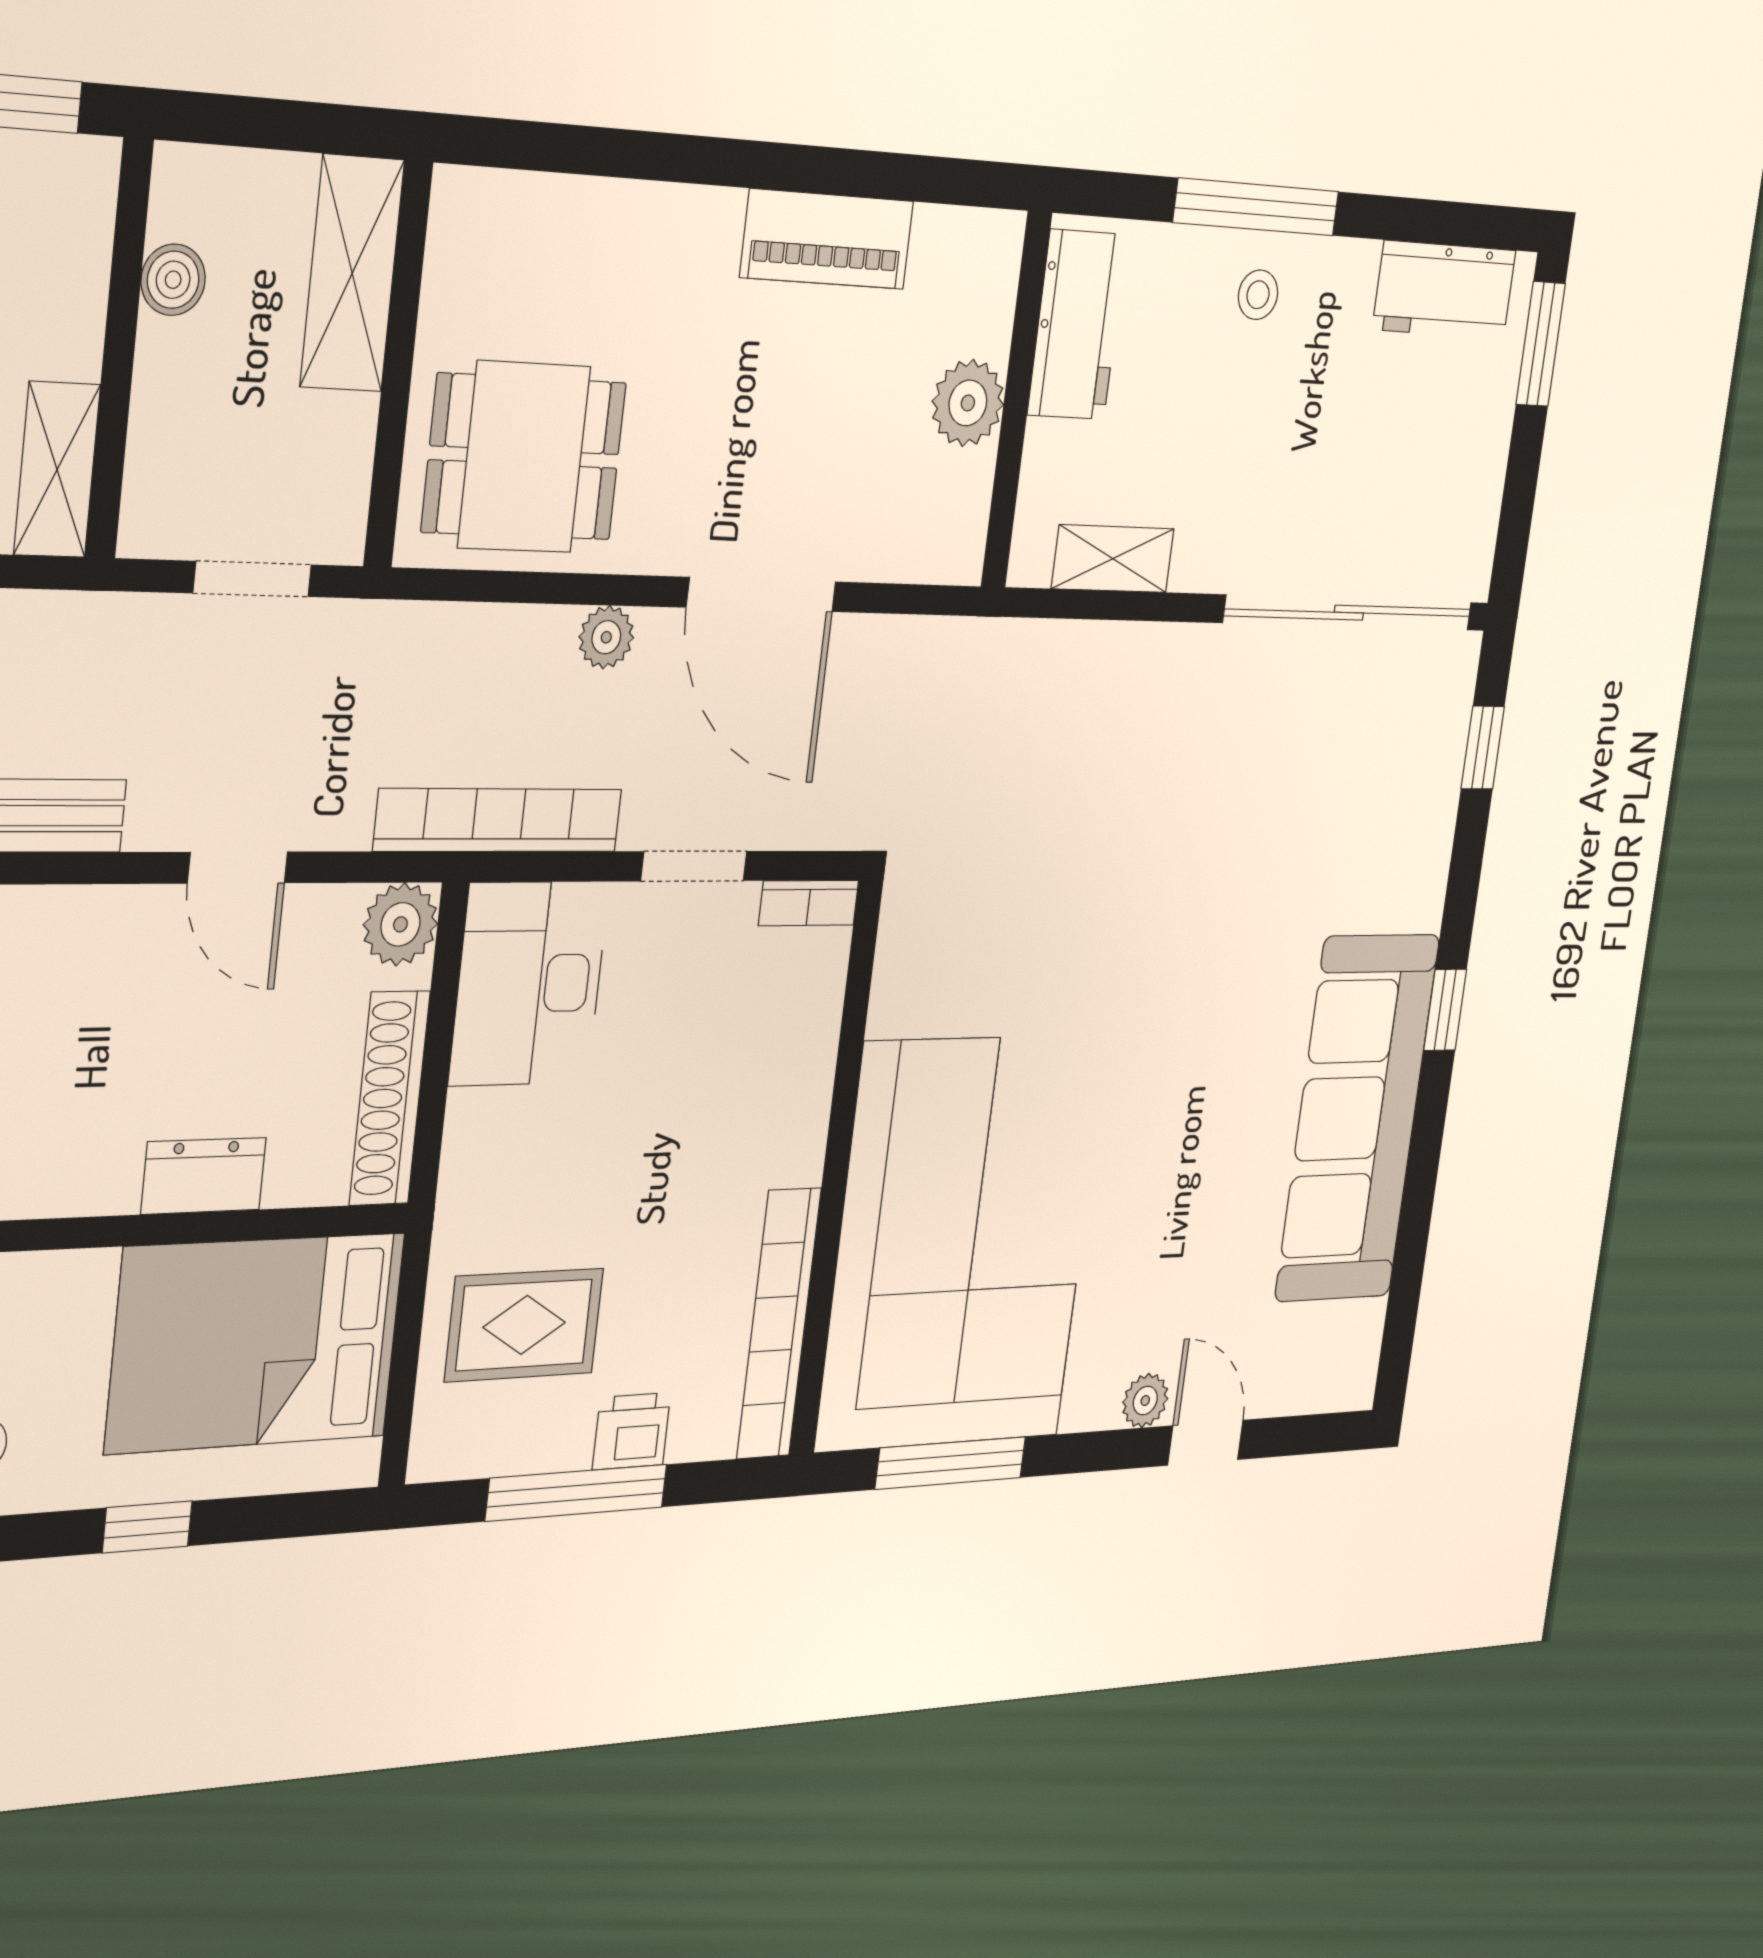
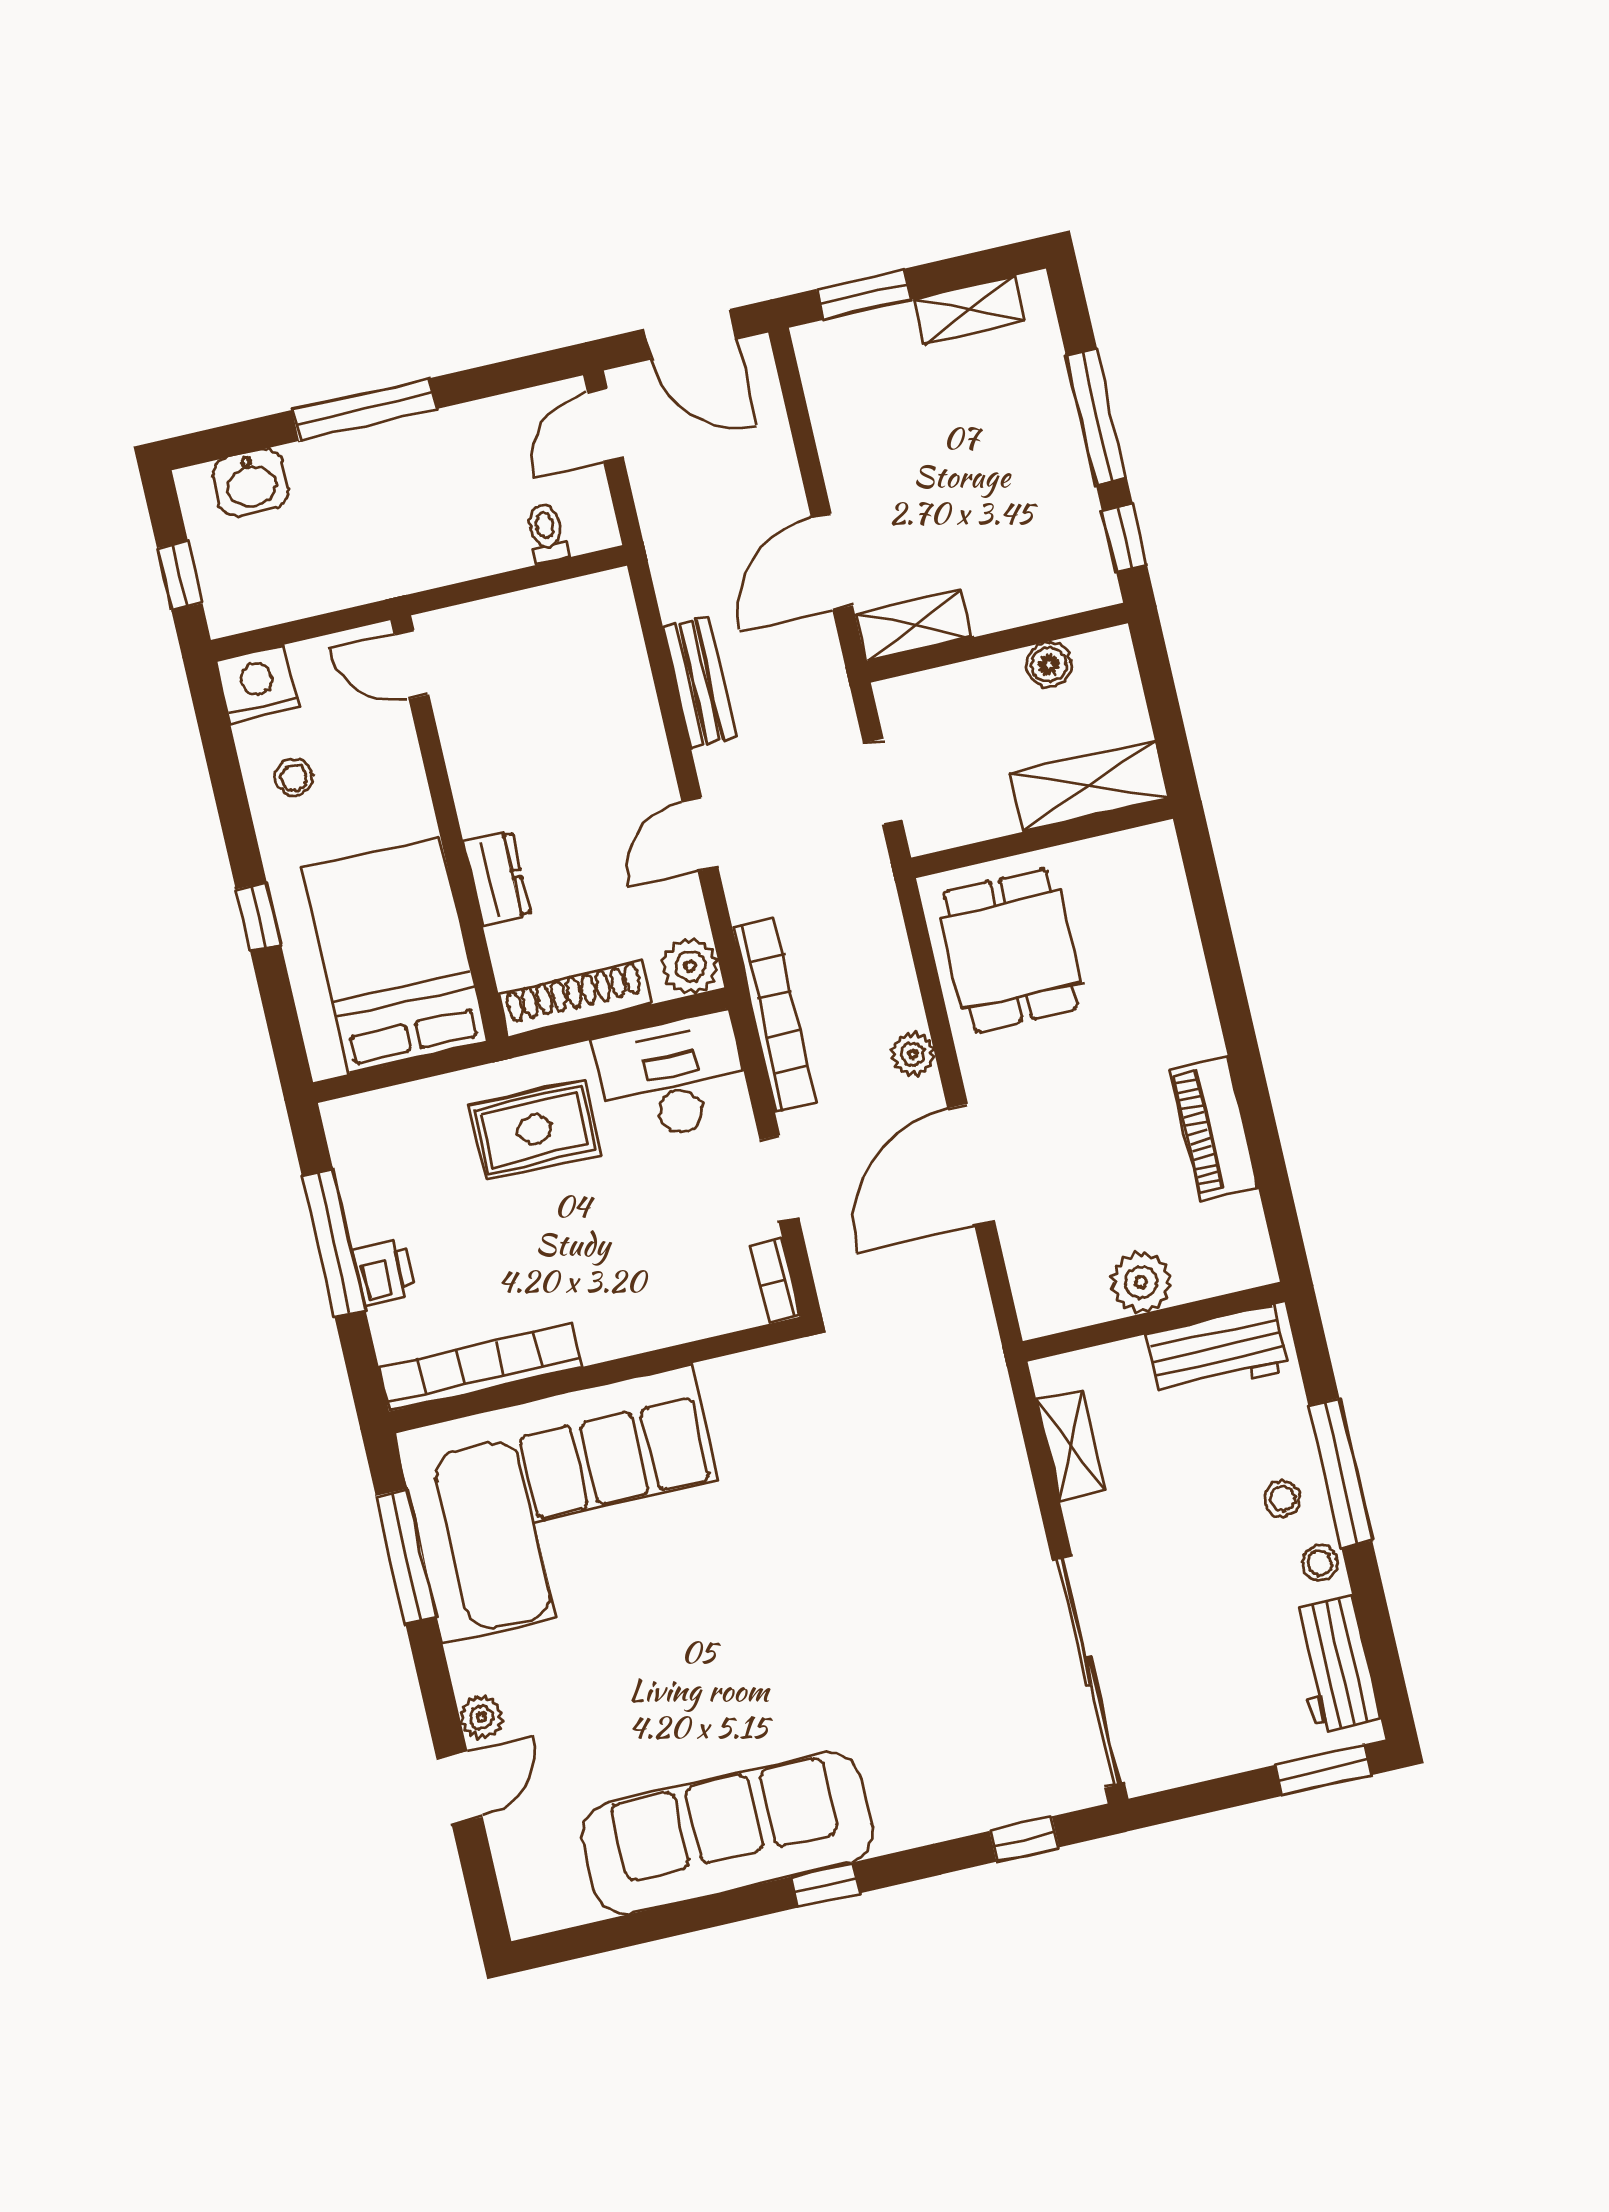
stool: (1338, 270) -> (1320, 1563), added
rug: (524, 1325) -> (535, 1130), moved, turned 90

